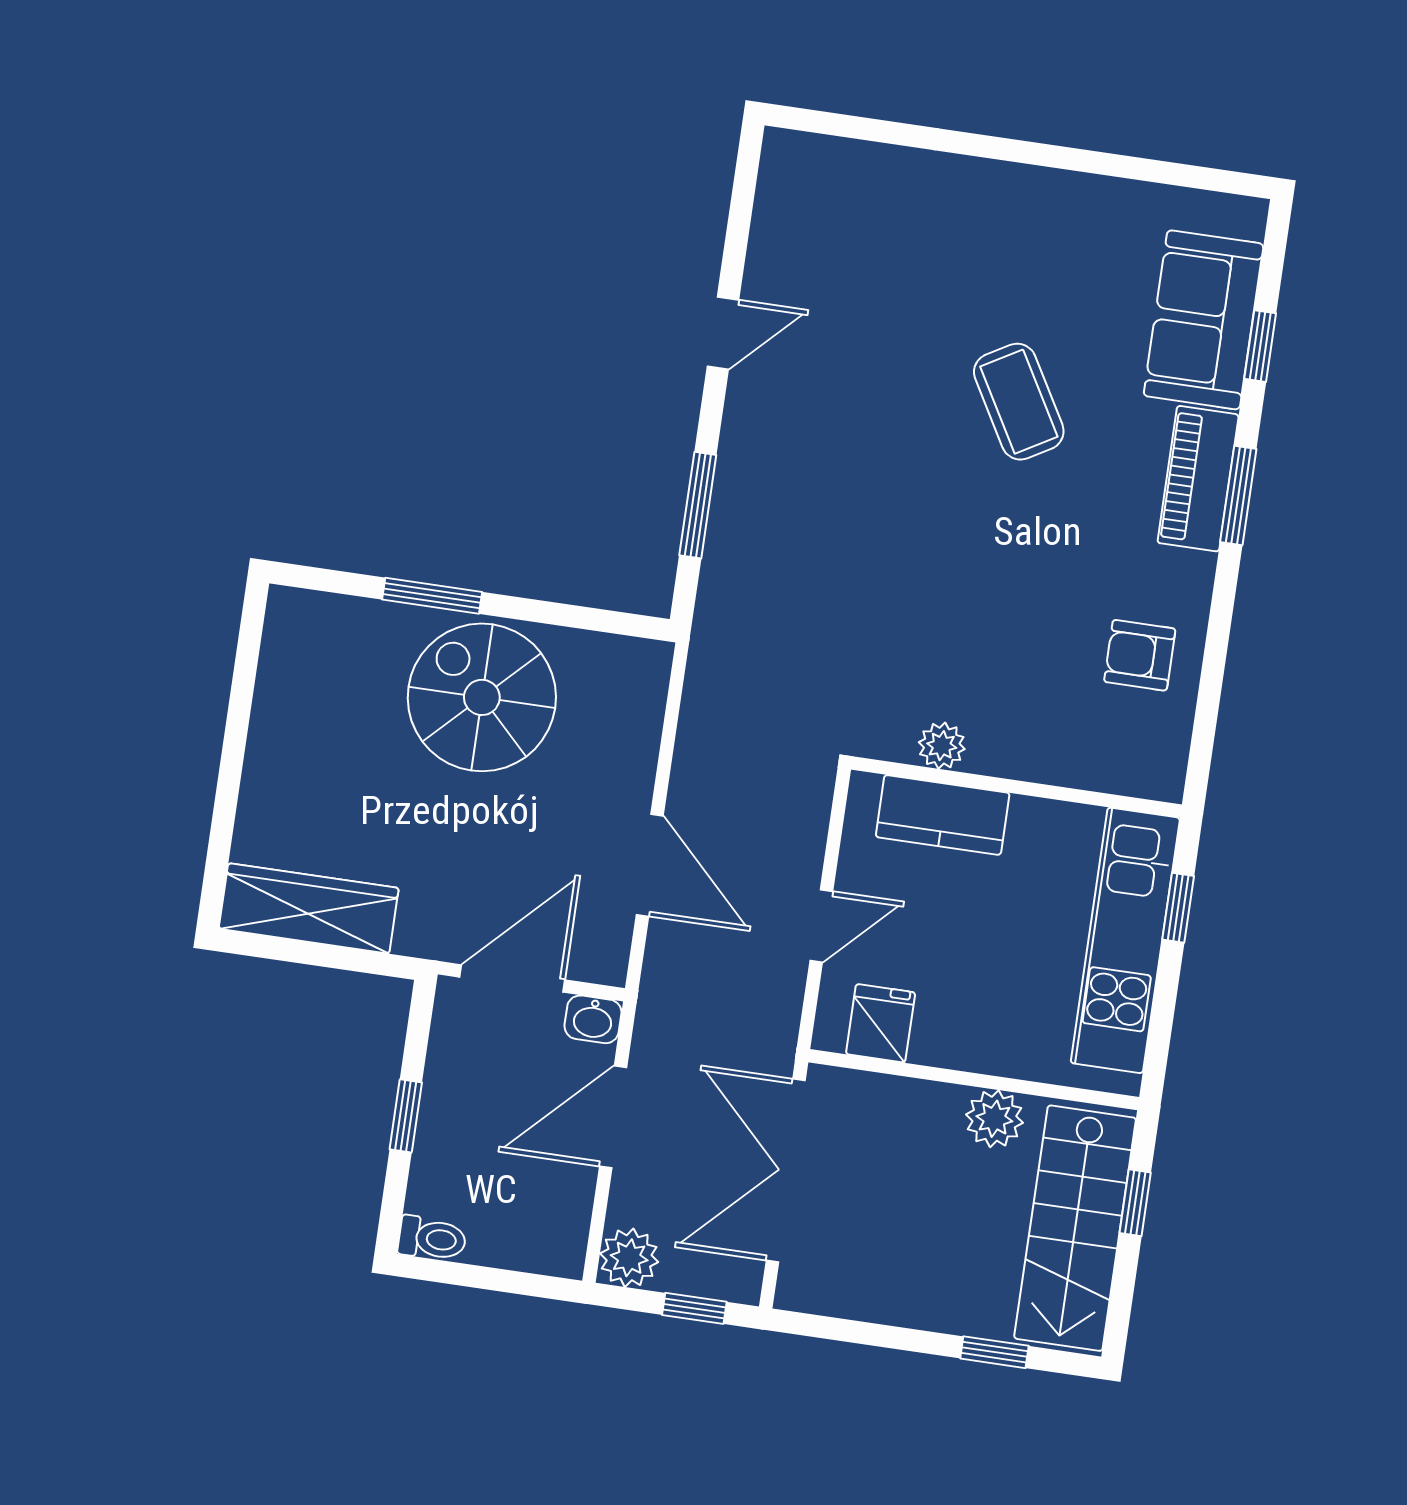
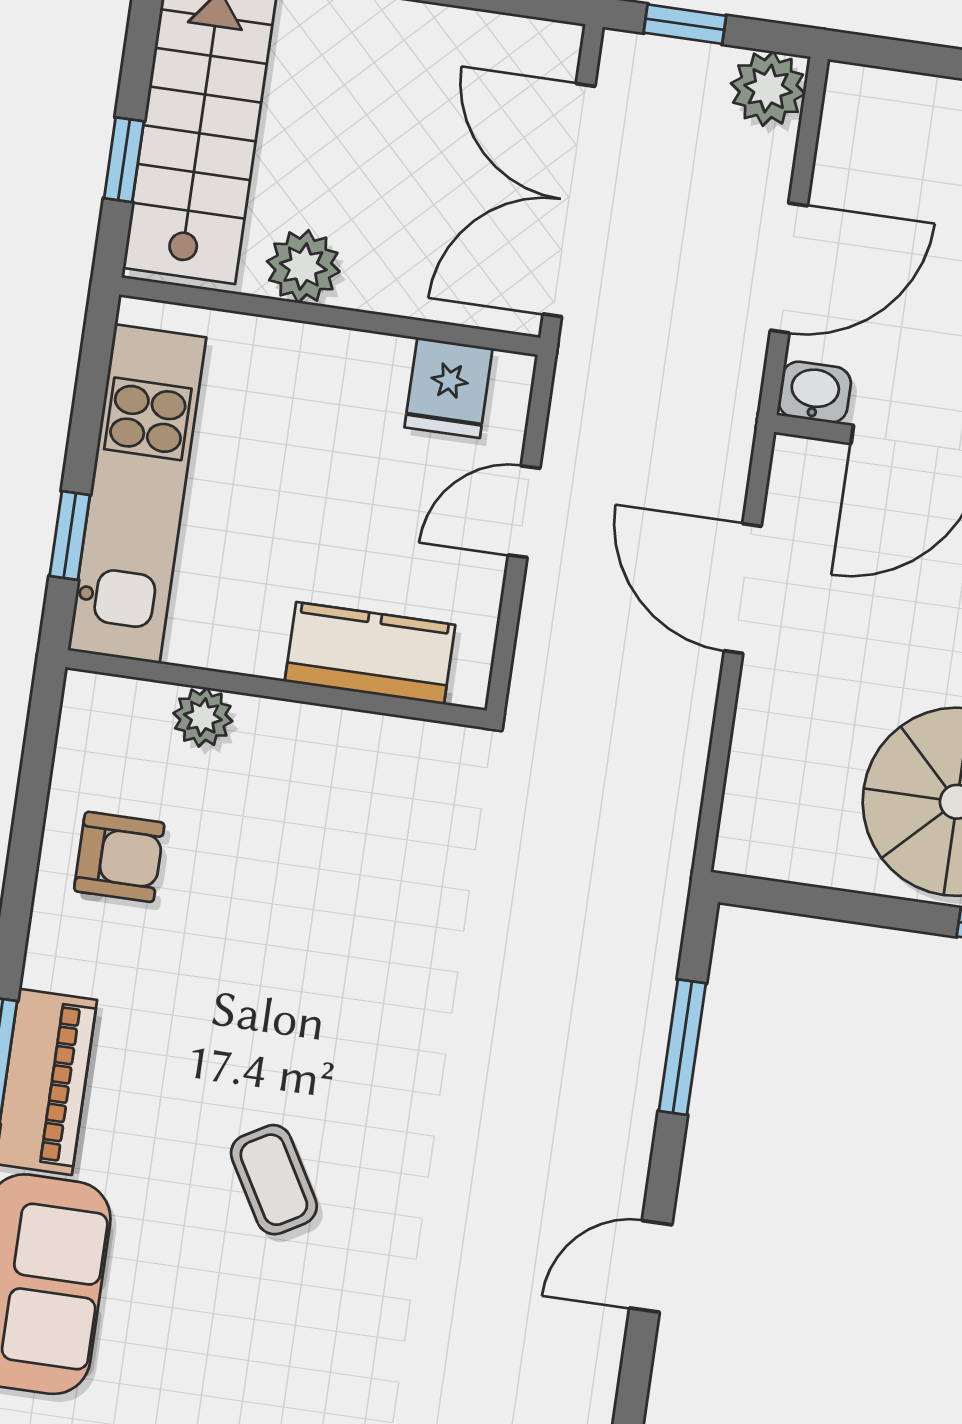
coffee table: (1019, 402) -> (274, 1180), width x0.73, depth x0.77
plant: (942, 746) -> (203, 717), moved
double door: (786, 1170) -> (569, 200), swing flipped

